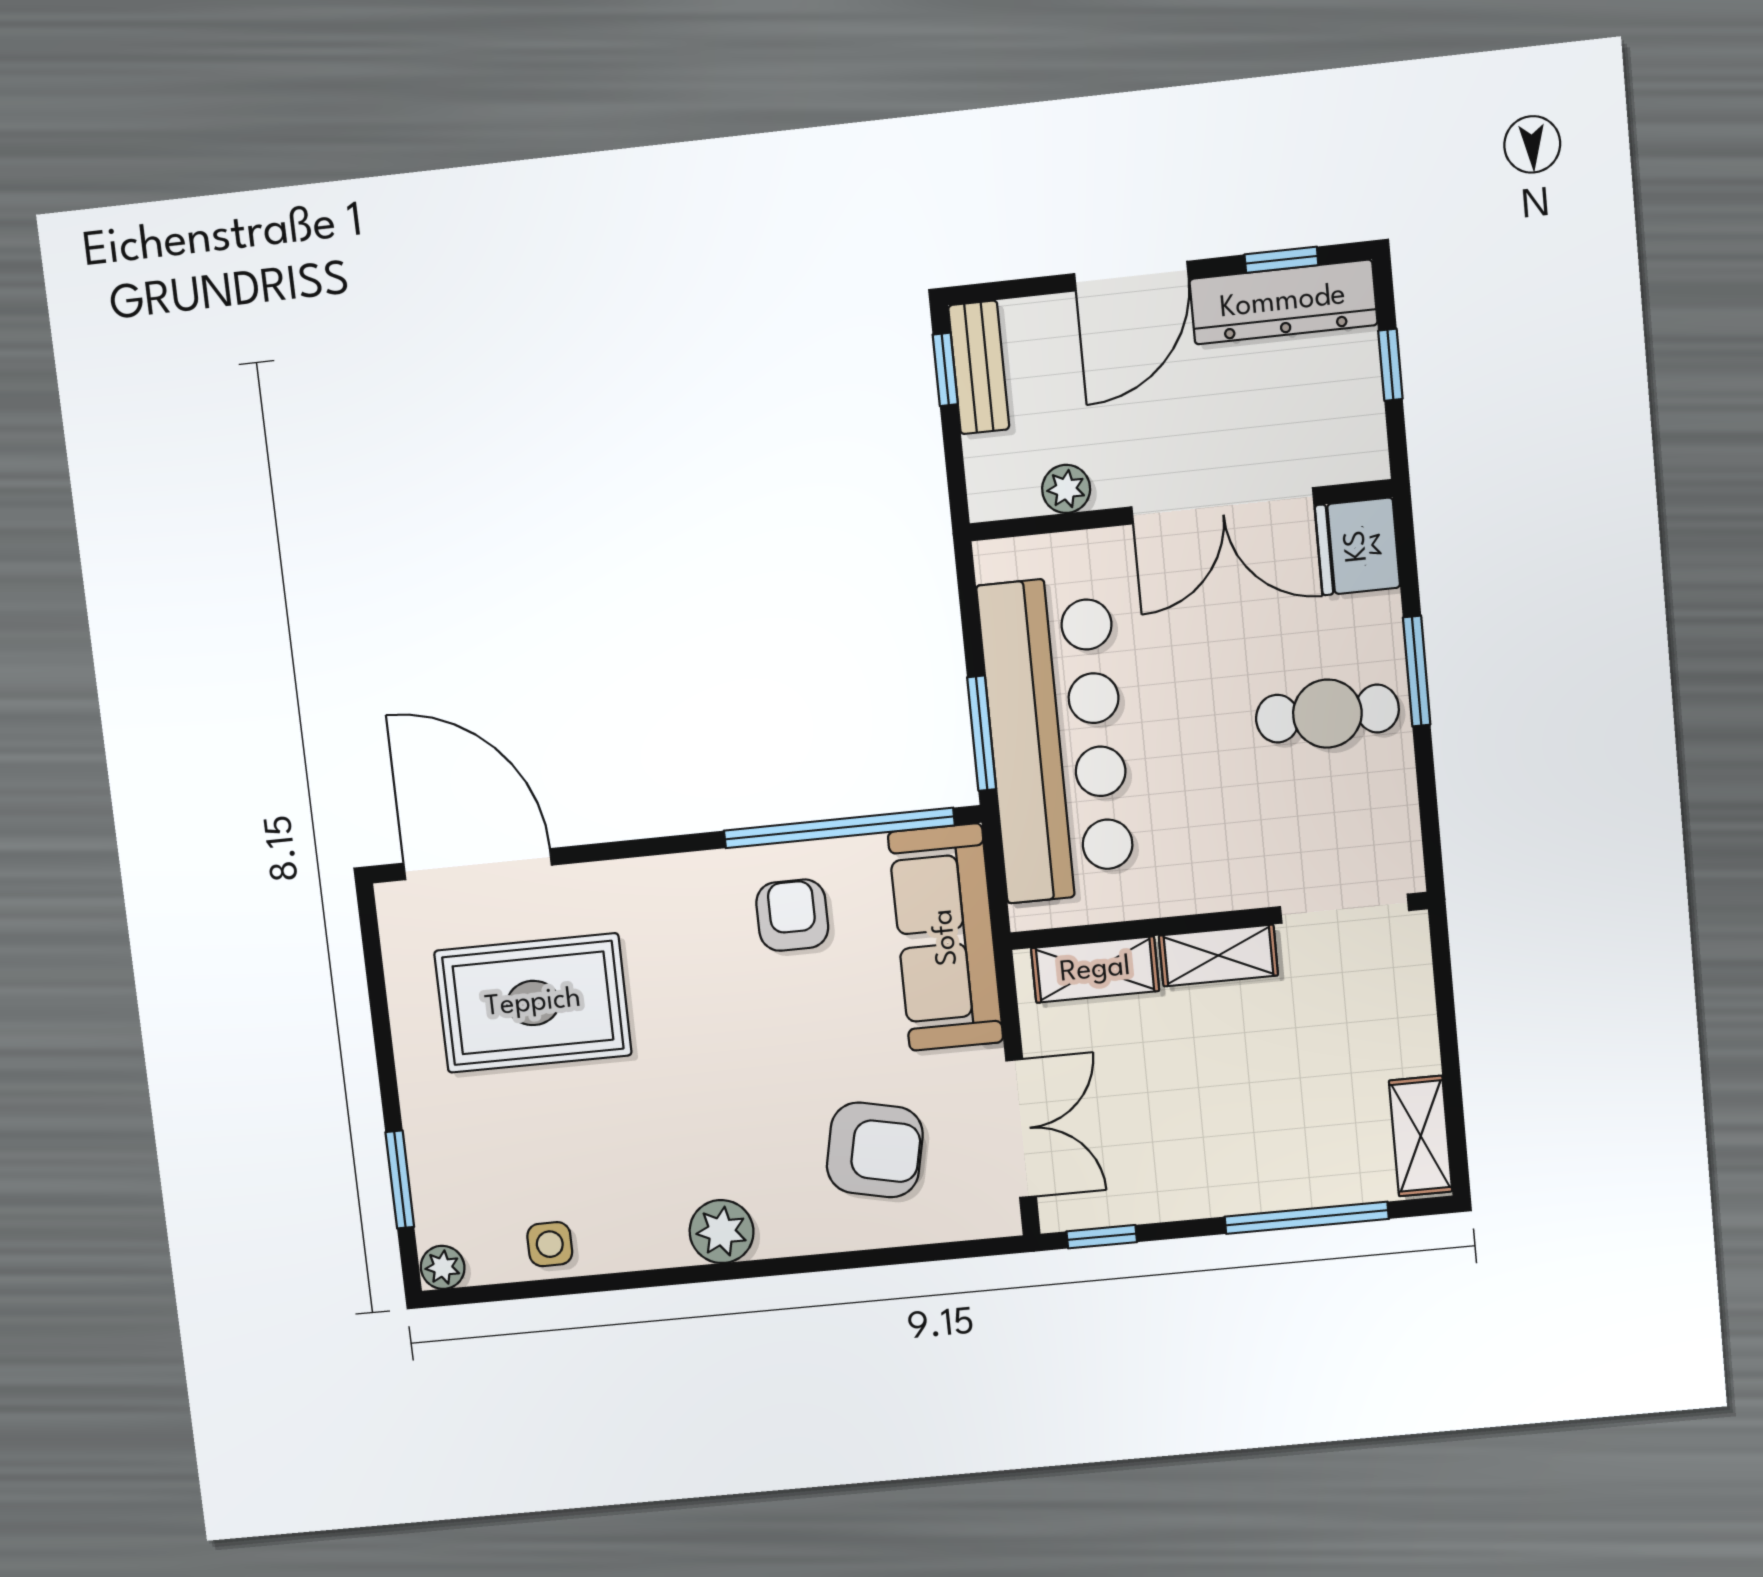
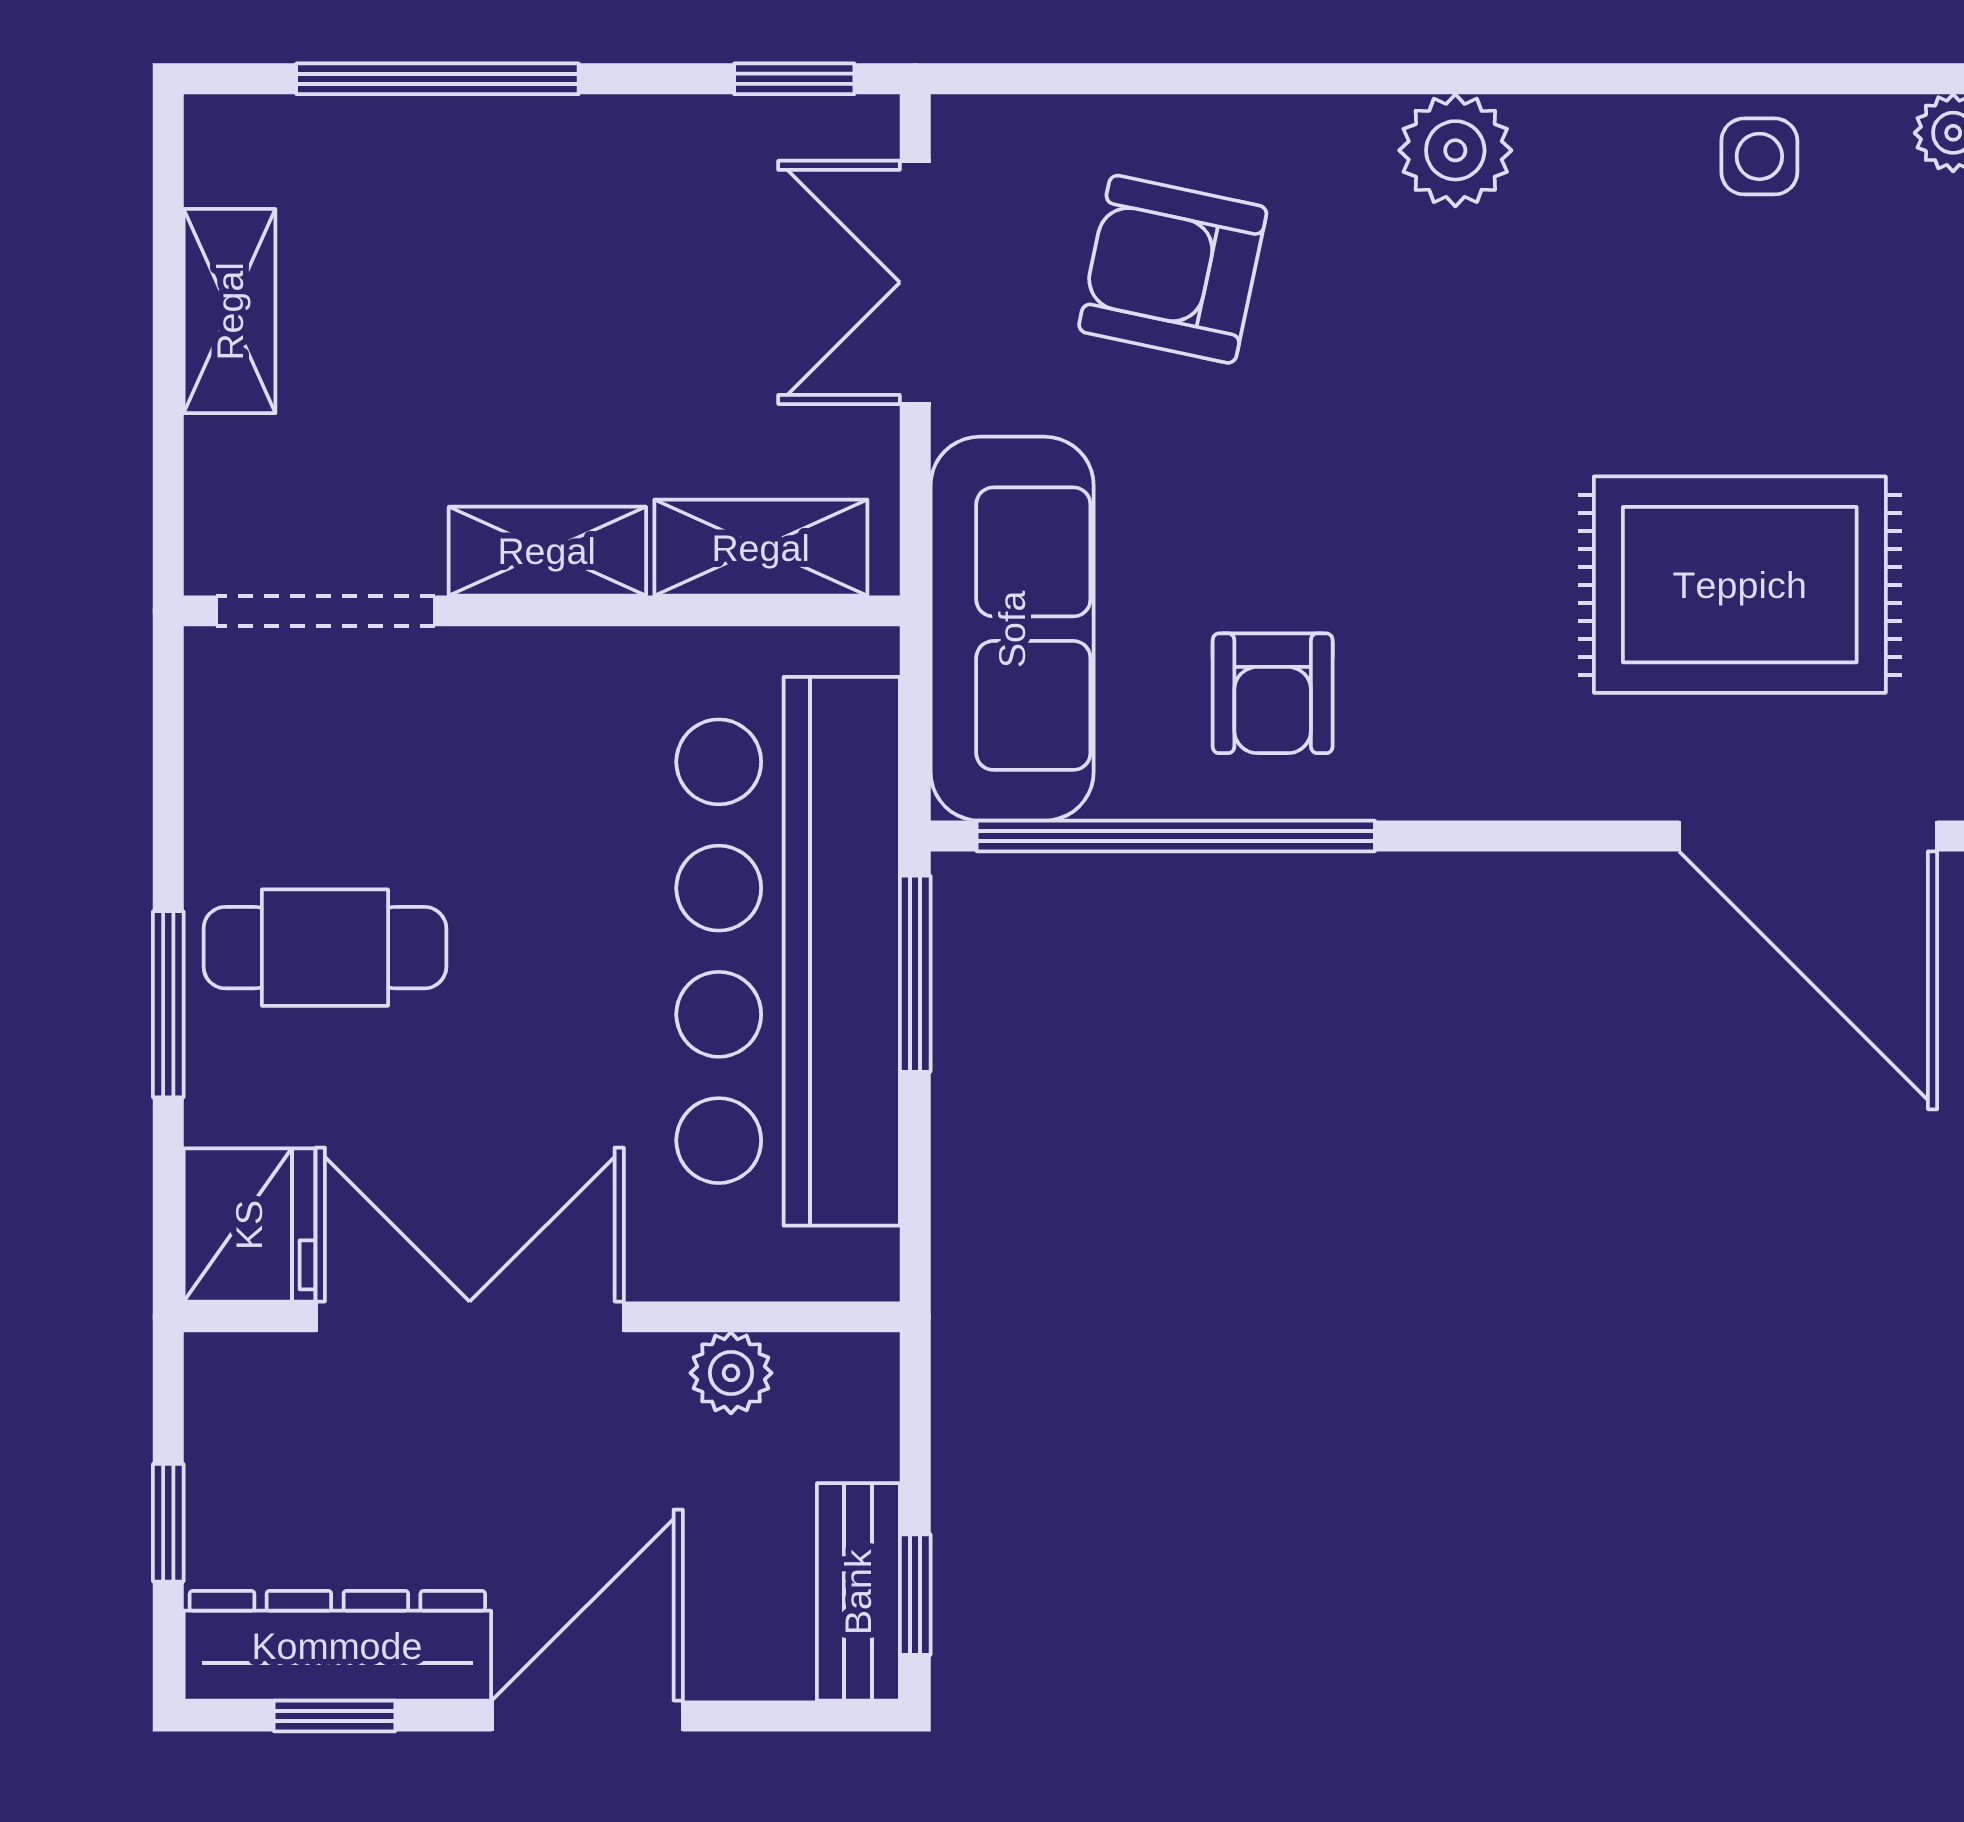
shelving: (1421, 1136) -> (230, 311), moved

